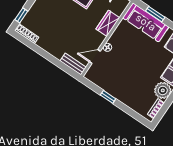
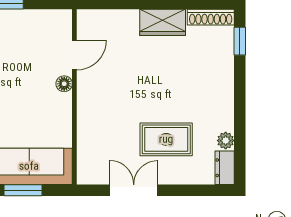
wardrobe: (108, 23) -> (163, 22), moved, turned 90
bench: (73, 64) -> (102, 19), removed

